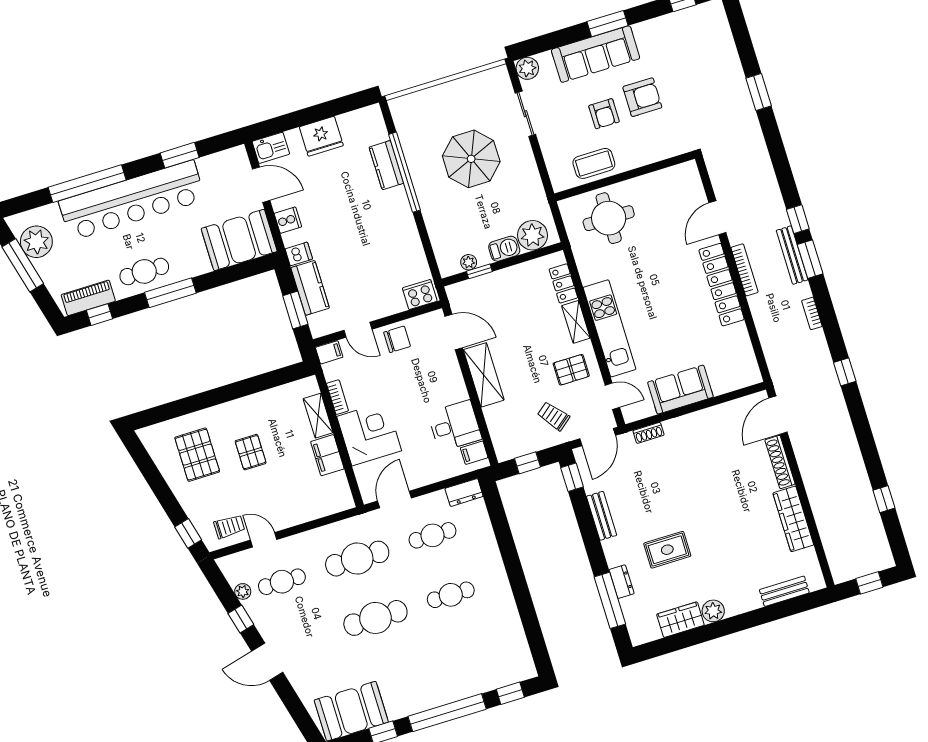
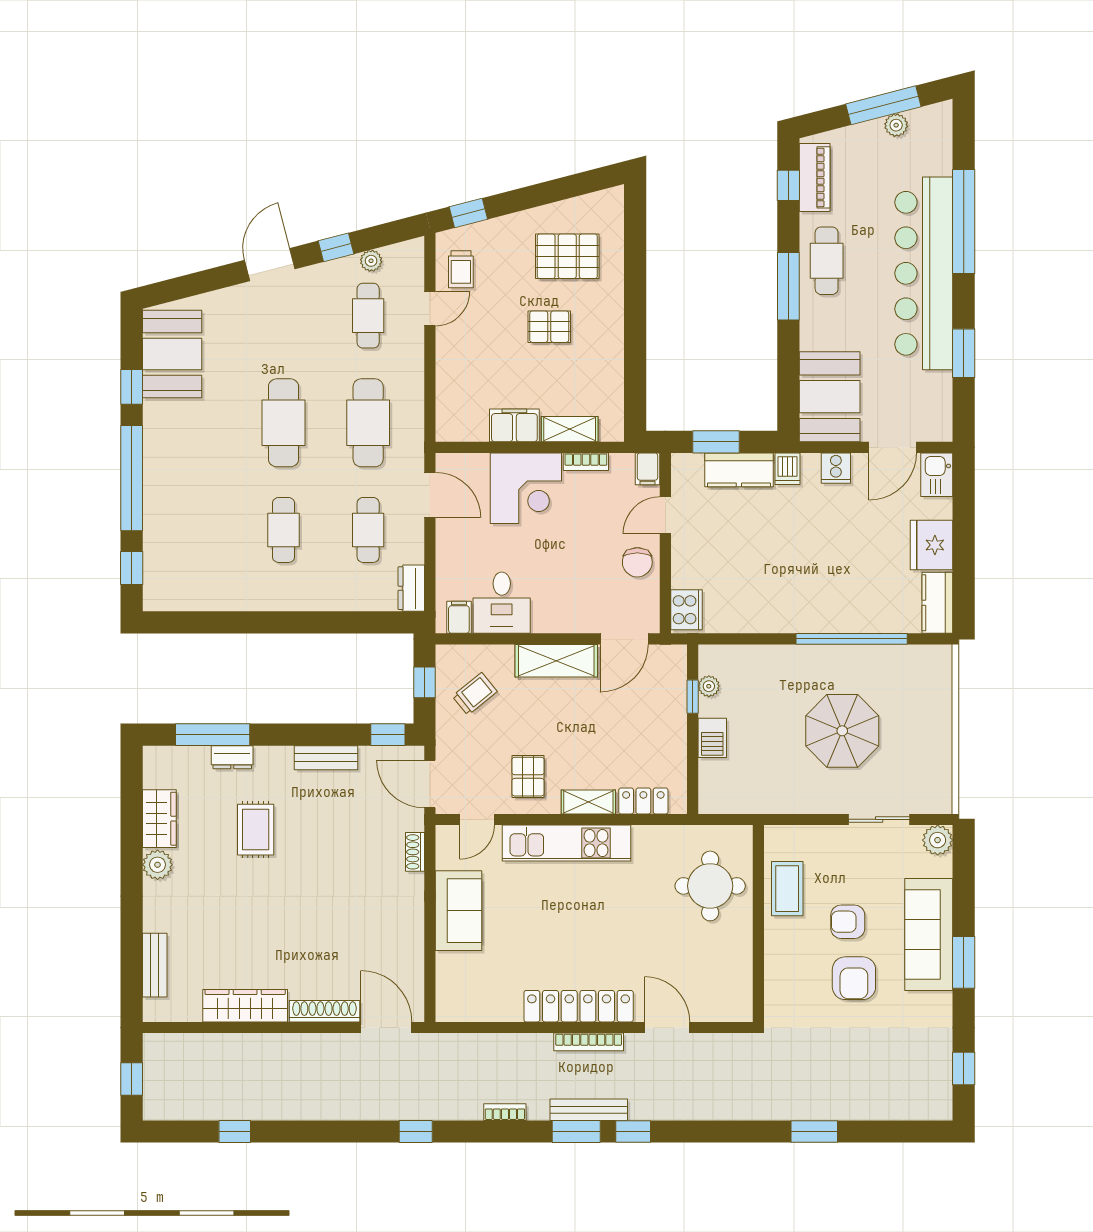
kitchen counter: (386, 165) -> (937, 603), moved, turned -90
plant: (533, 235) -> (718, 780), removed
plant: (36, 242) -> (896, 125), width x0.53, depth x0.53
trolley: (553, 416) -> (475, 694), moved

